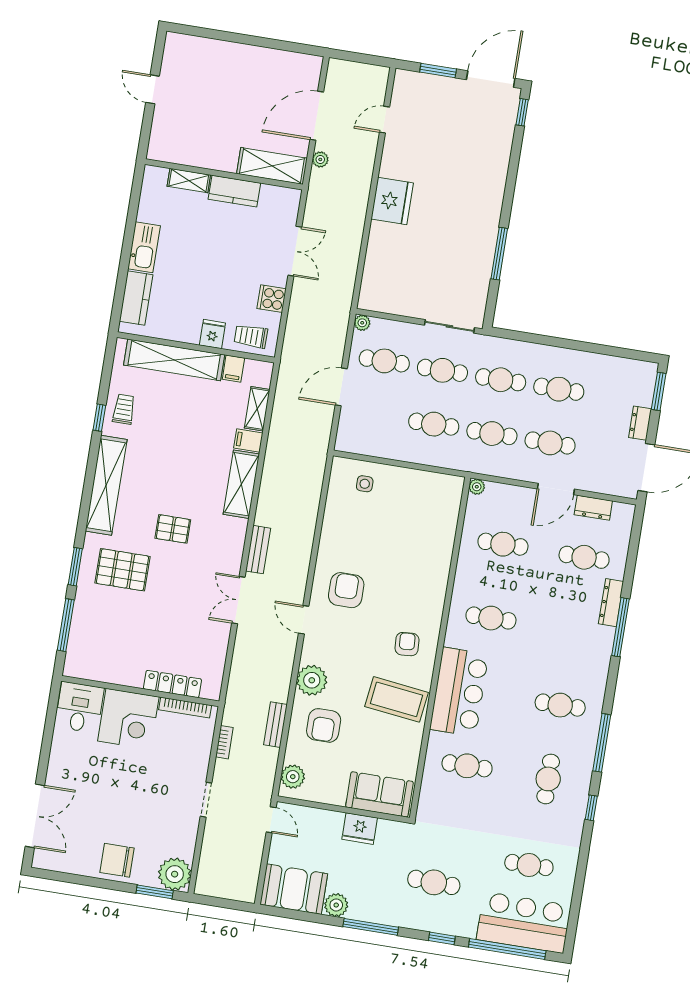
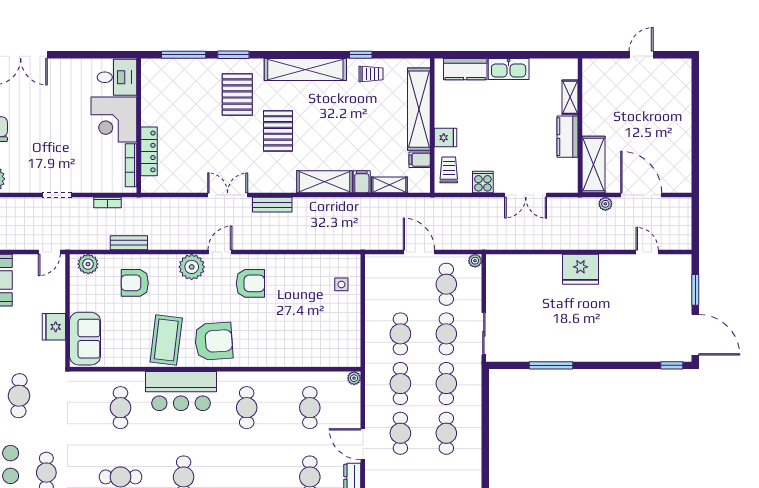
pallet: (173, 529) -> (278, 131), width x1.50, depth x1.42
armchair: (407, 644) -> (214, 341), width x1.88, depth x1.88
plant: (312, 680) -> (192, 267), moved

